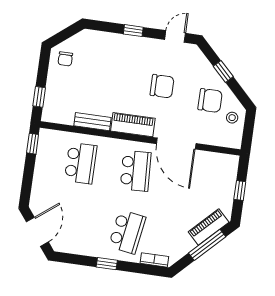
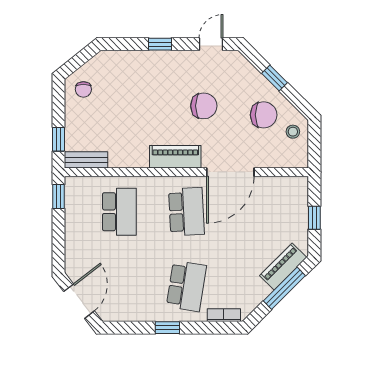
bench: (93, 122) -> (86, 160), moved
door: (176, 144) -> (230, 172), hinge flipped

